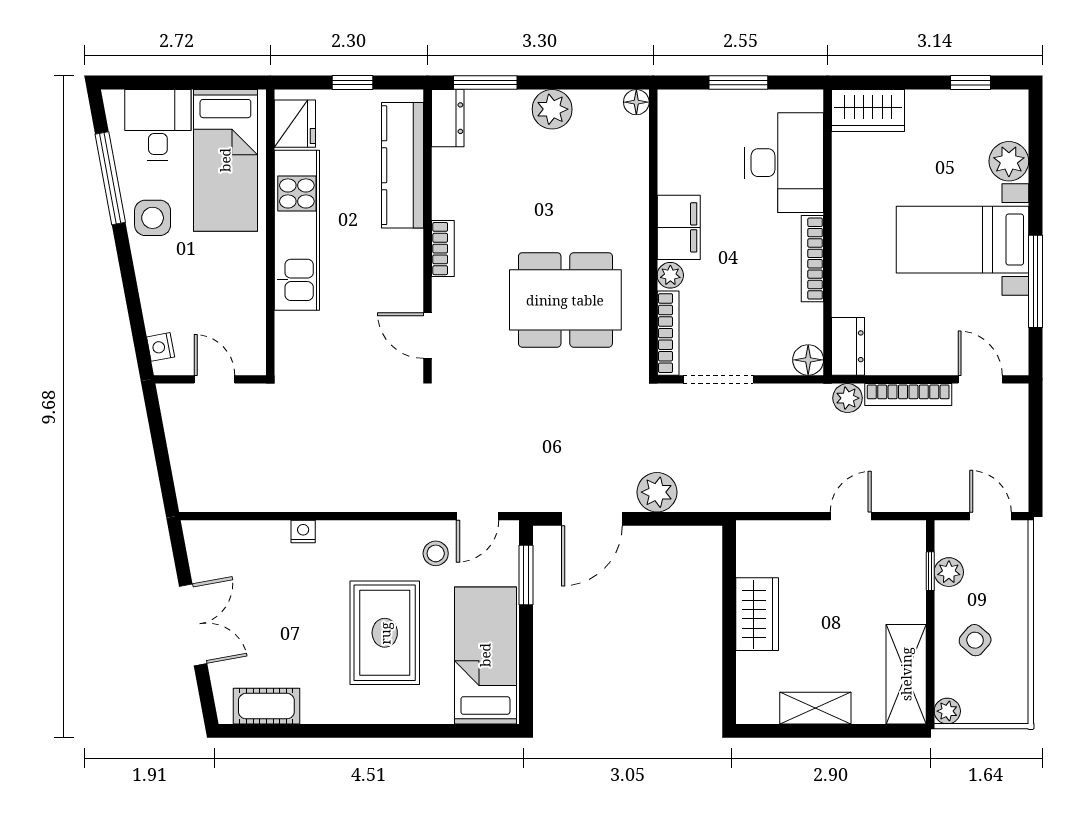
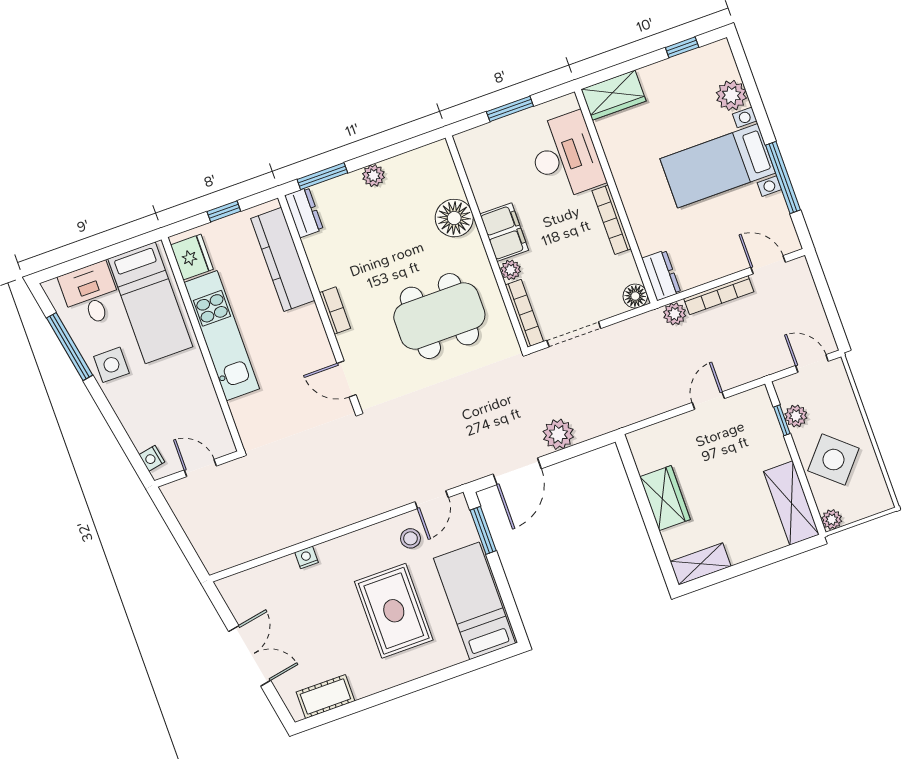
floor lamp: (636, 102) -> (454, 218), moved, width x1.89, depth x1.89
plant: (552, 109) -> (373, 176), width x0.73, depth x0.73
side table: (975, 640) -> (833, 460), width x1.87, depth x1.87
shelving: (815, 708) -> (701, 564), moved

